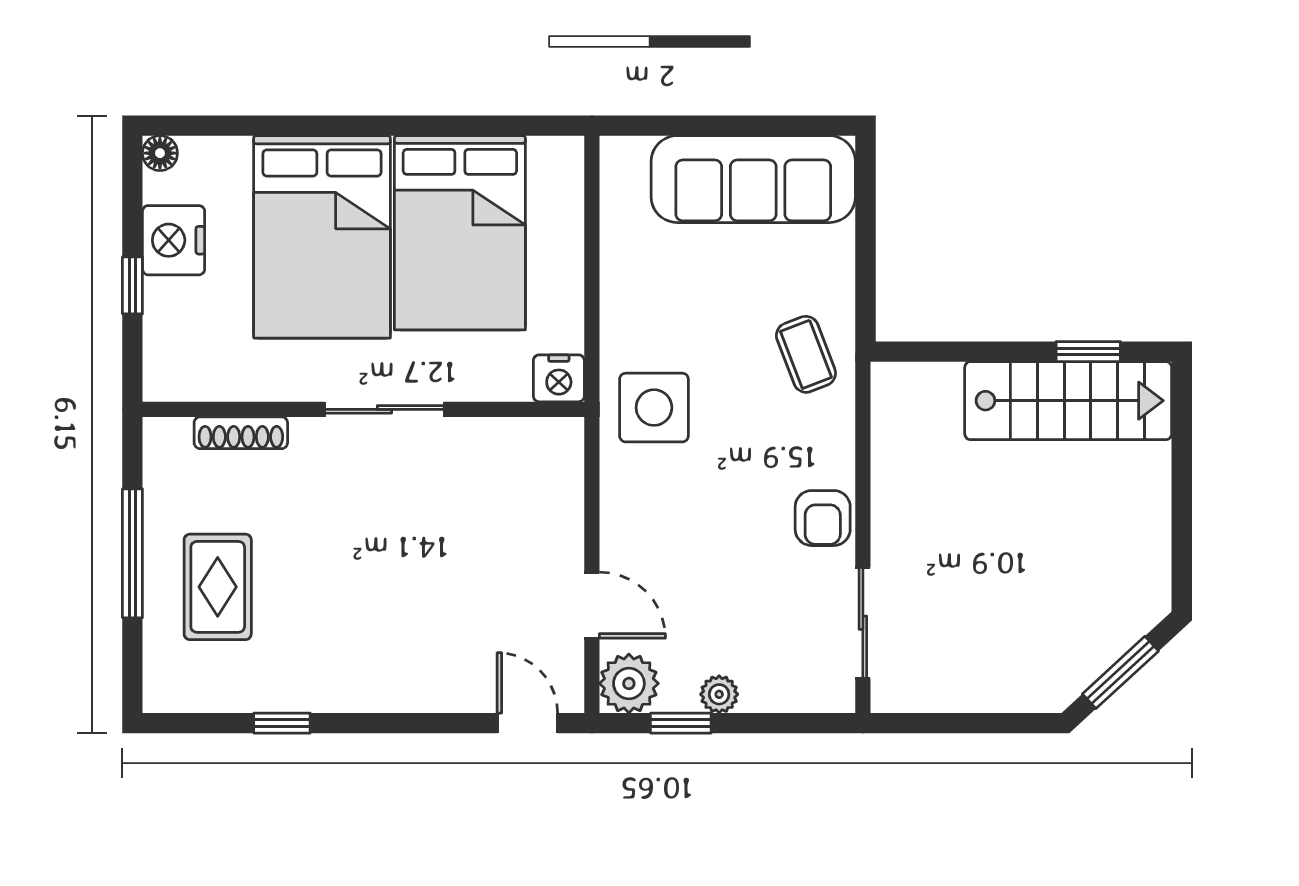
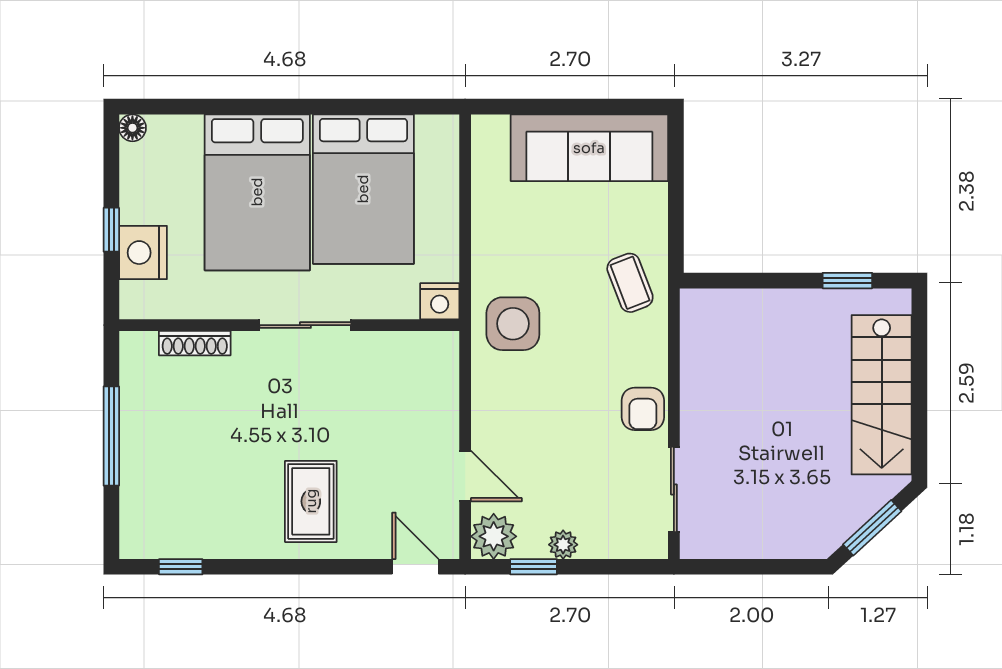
nightstand: (174, 240) -> (143, 253), moved
stairs: (1068, 401) -> (882, 395), moved, turned 90
rug: (218, 587) -> (311, 501), moved
window: (282, 723) -> (181, 567), moved

